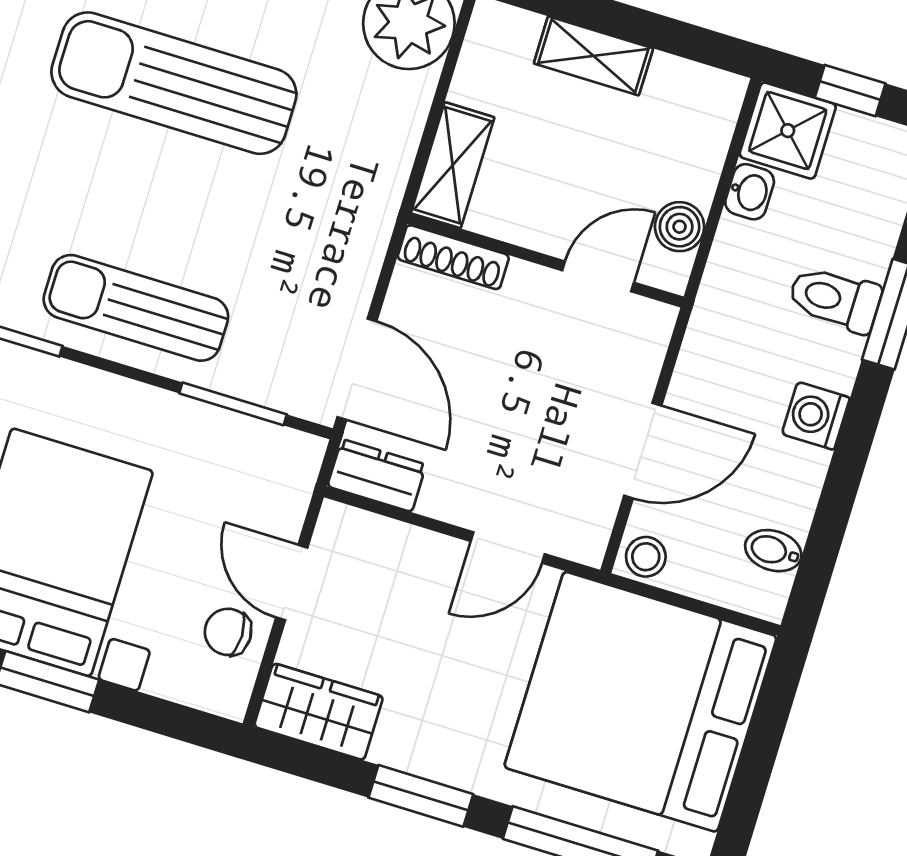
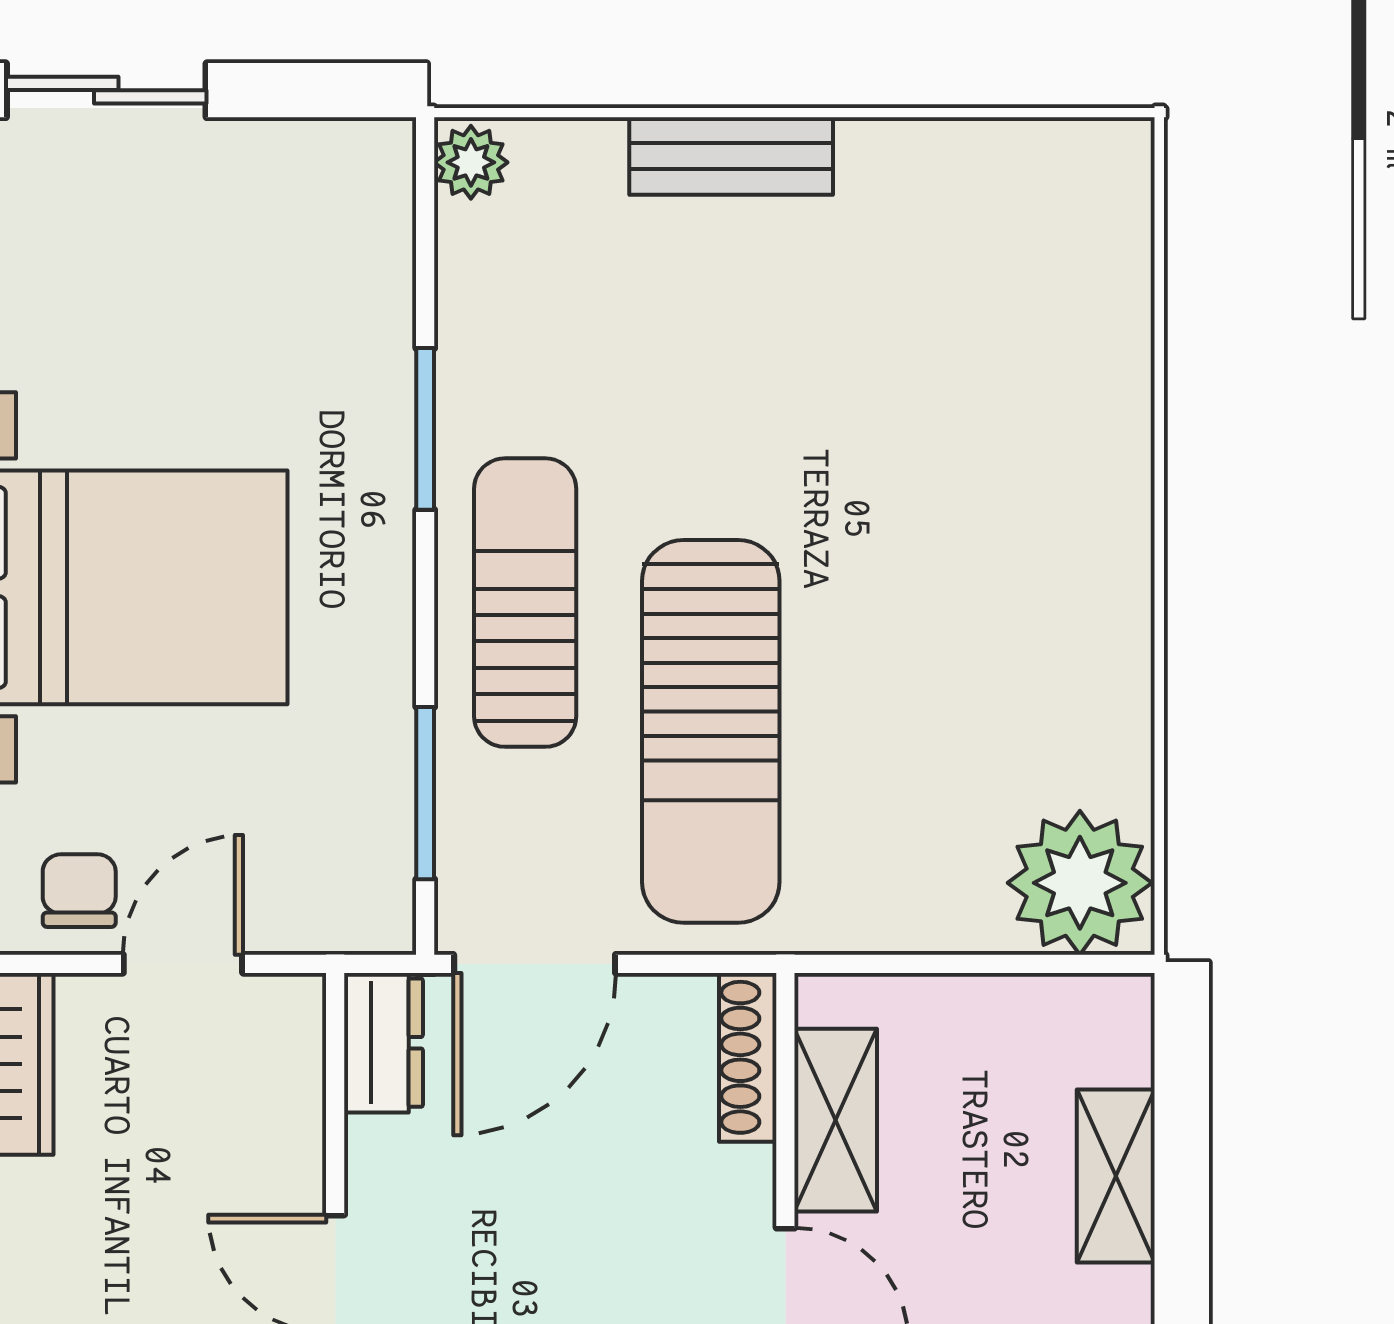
sun lounger: (174, 83) -> (711, 731), moved, turned 180
shelving: (453, 165) -> (836, 1120), moved, turned 90

